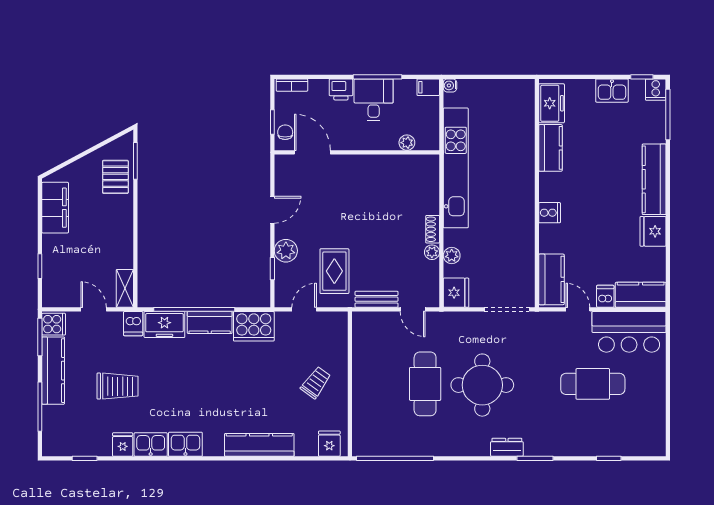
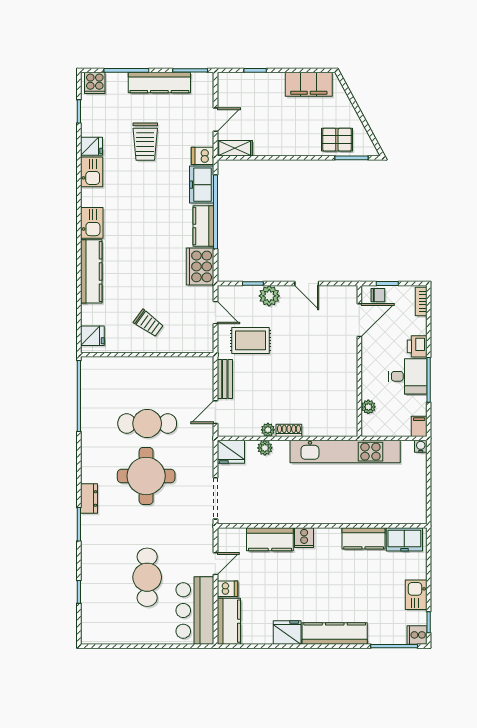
kitchen counter: (551, 279) -> (270, 539), moved
cooker: (54, 324) -> (95, 83), moved
kitchen sink: (185, 444) -> (92, 223), moved

